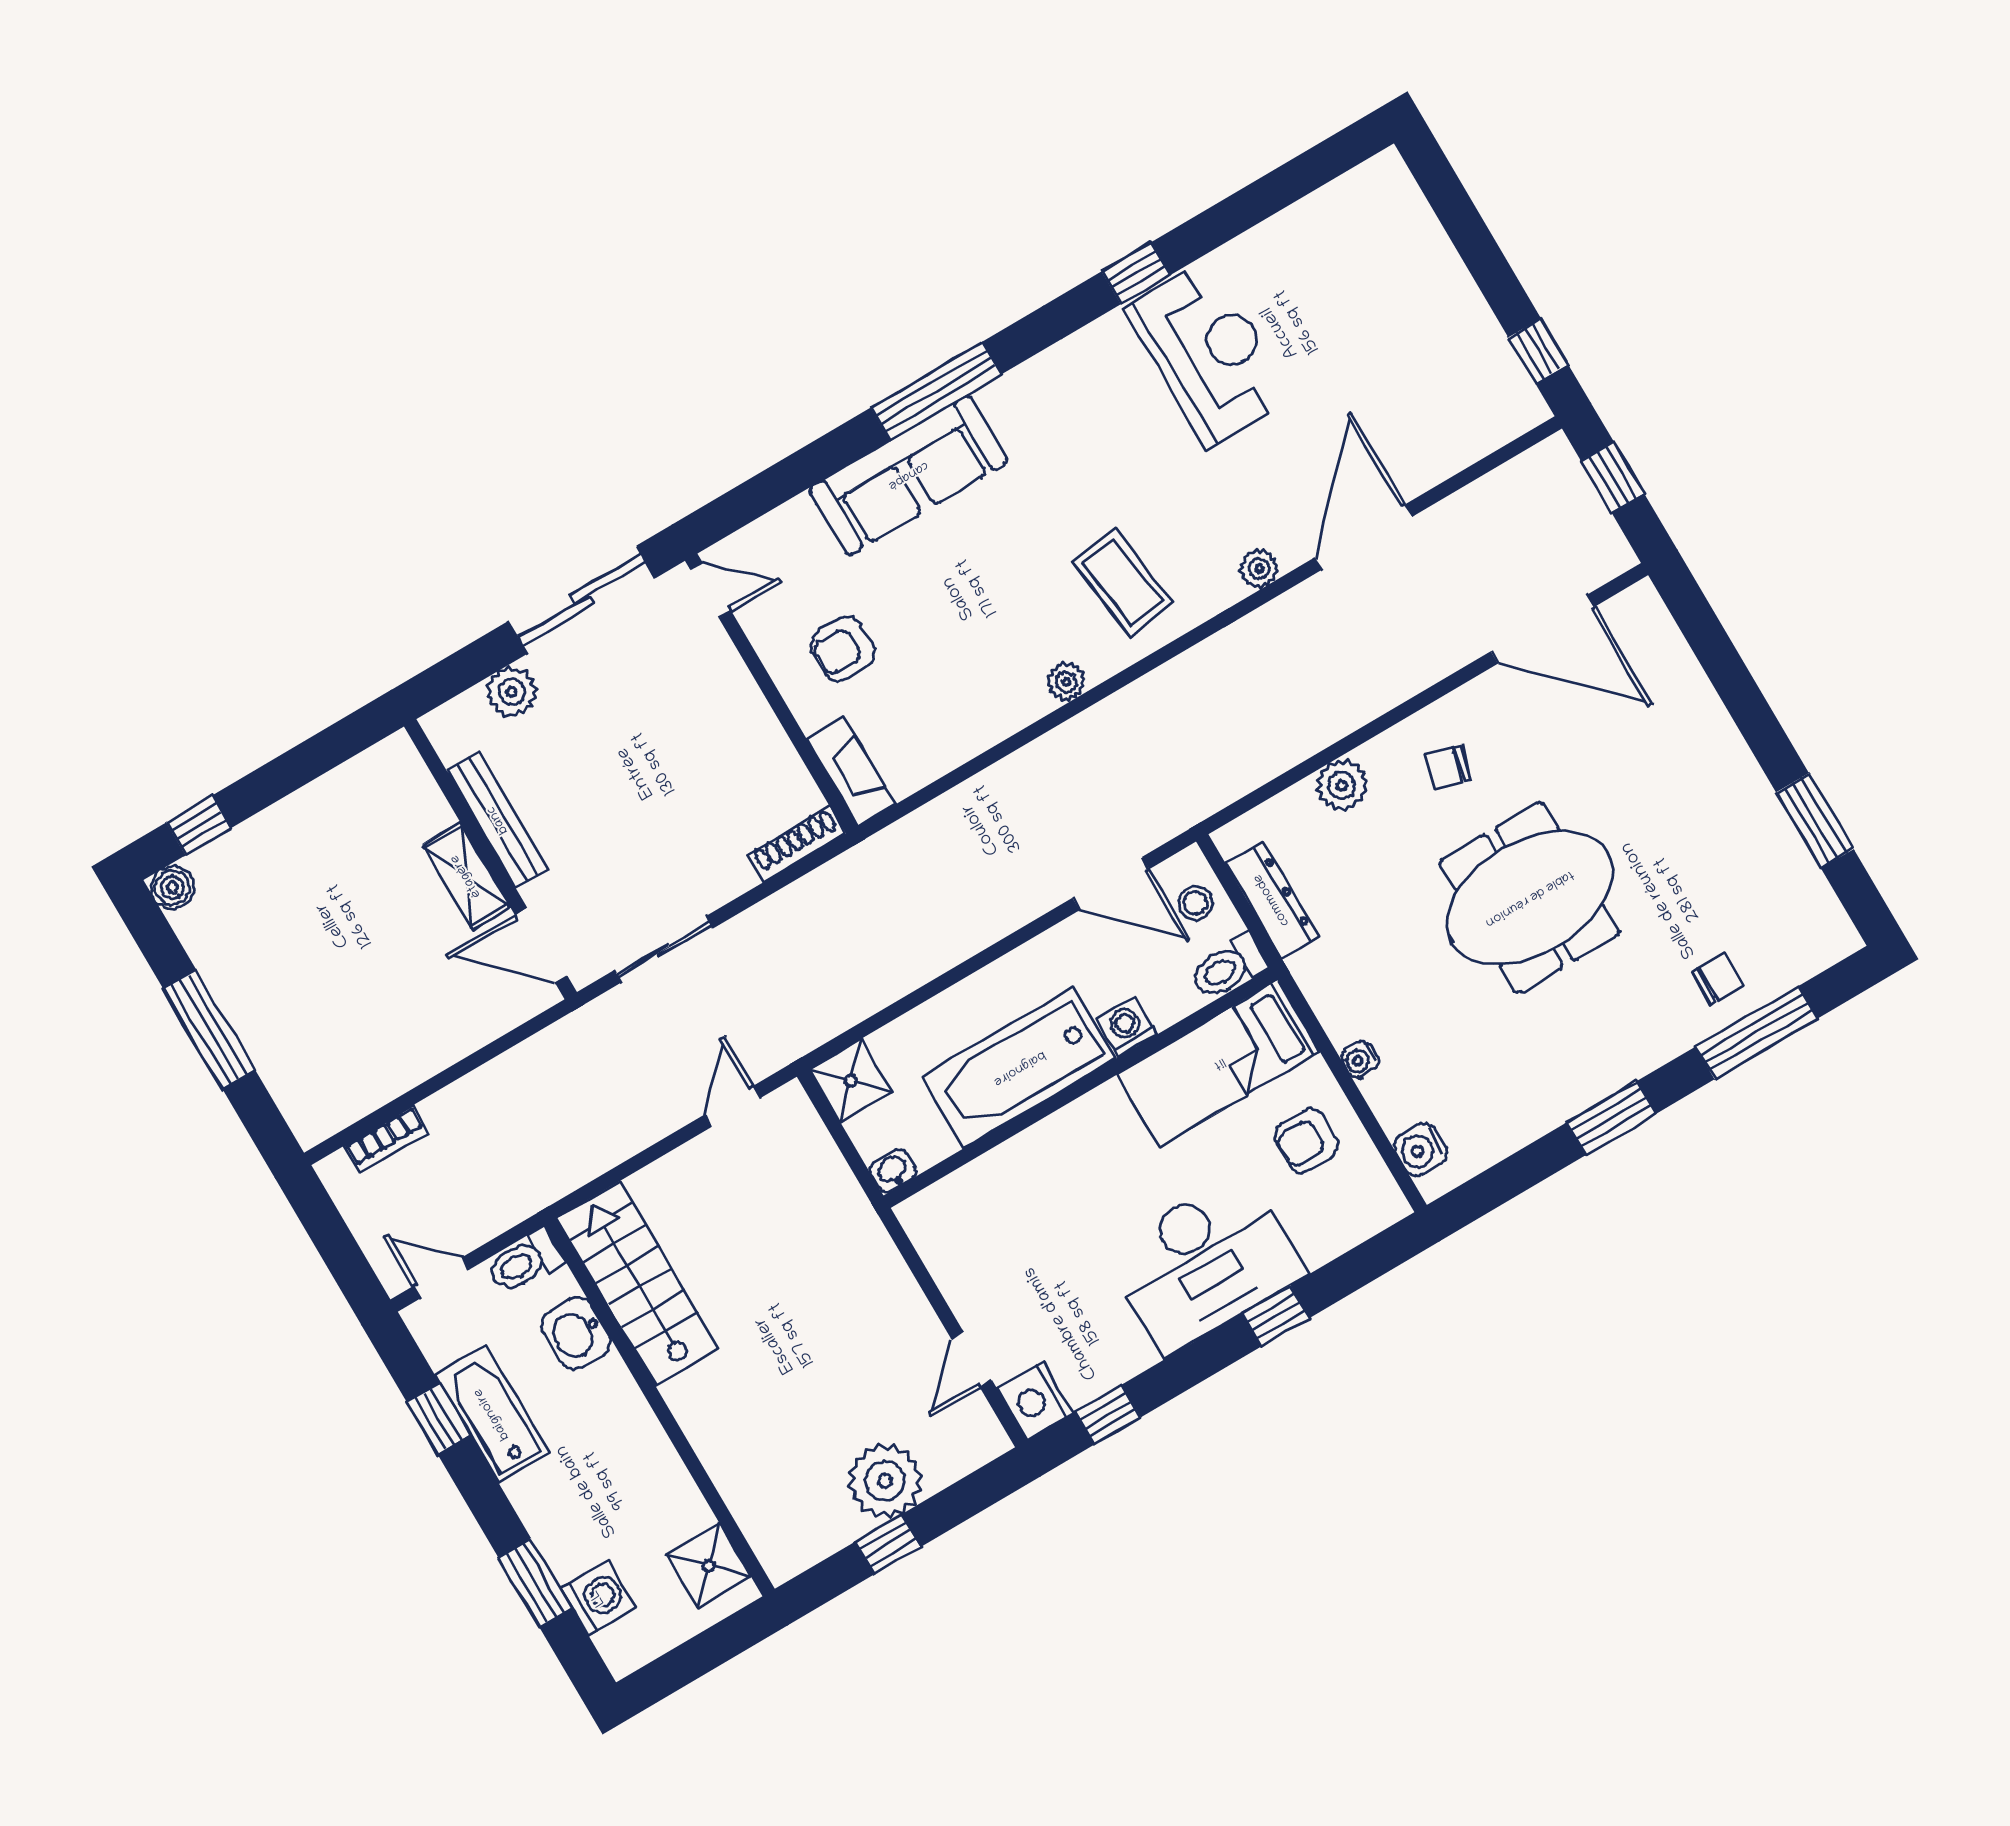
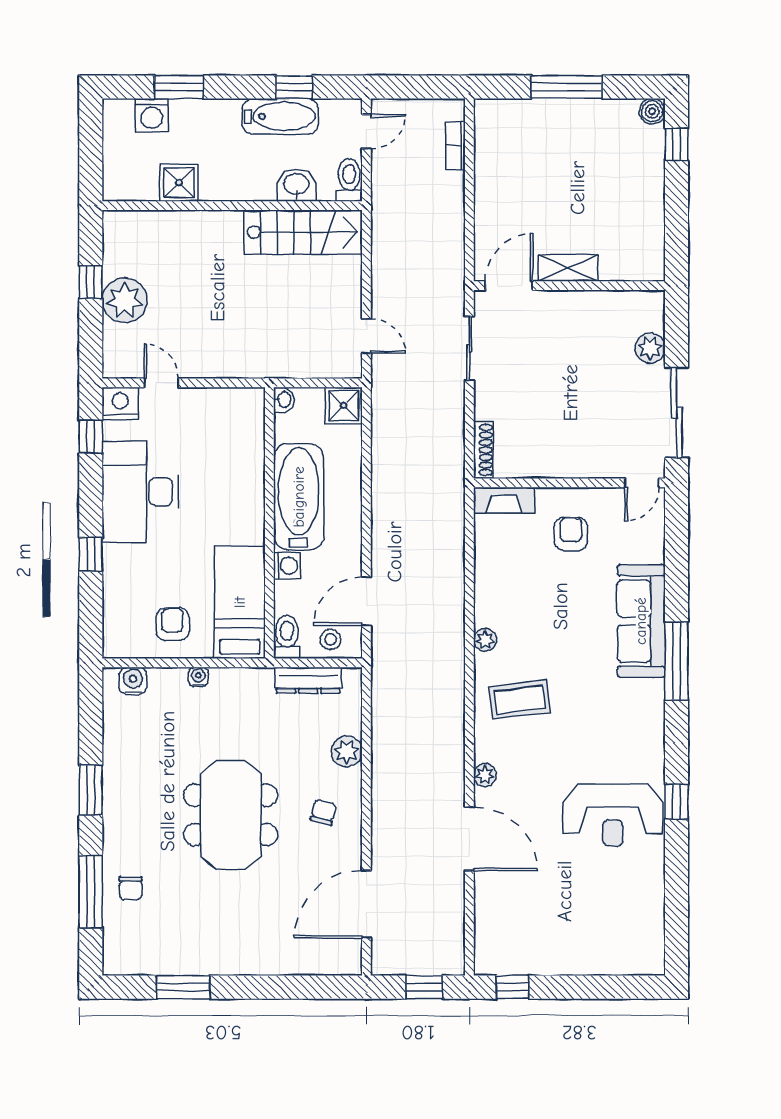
bench: (498, 820) -> (588, 301), removed
desk: (1204, 1263) -> (140, 492), moved
shower: (709, 1566) -> (179, 183), moved

